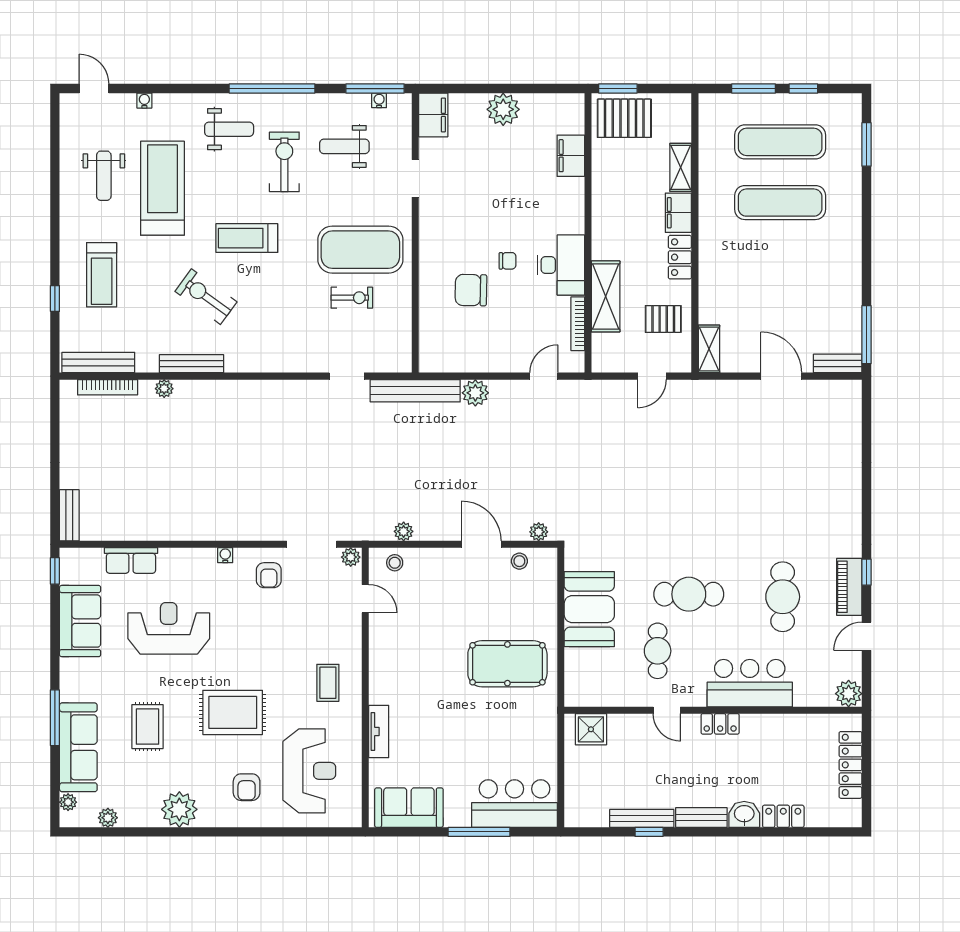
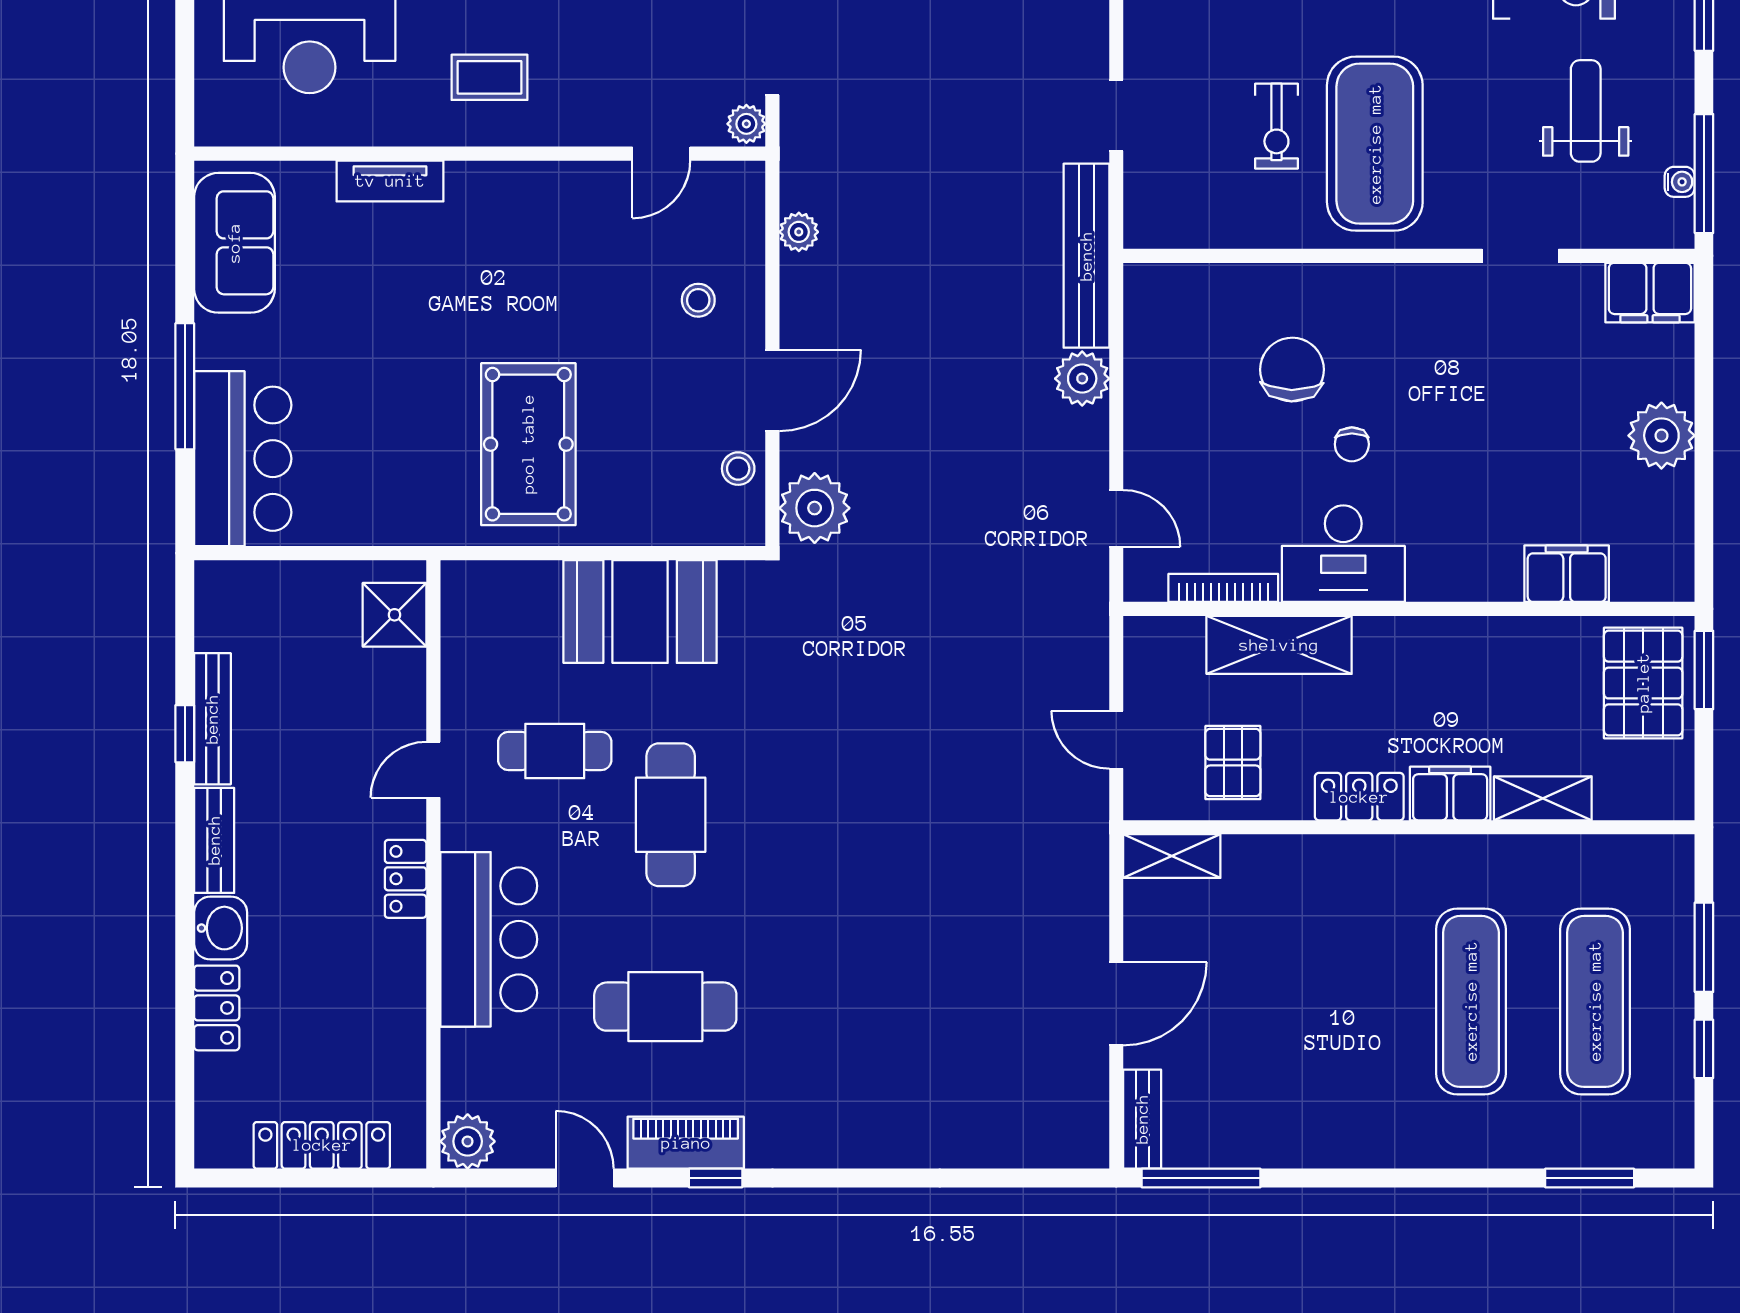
plant: (539, 532) -> (815, 508), width x1.88, depth x1.88
stool: (395, 563) -> (698, 300), moved

